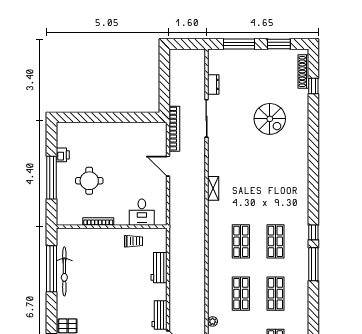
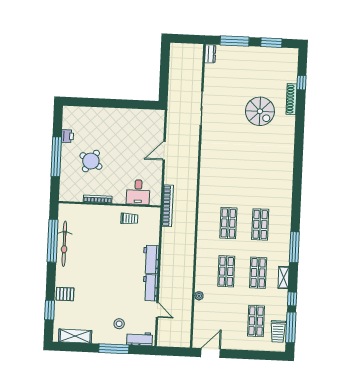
shoe rack: (303, 72) -> (292, 99), moved
dresser: (213, 84) -> (210, 54), moved
bookcase: (174, 129) -> (168, 206), moved
door: (168, 166) -> (164, 151), hinge flipped
round table: (89, 181) -> (91, 161), turned 32
shelving: (213, 188) -> (284, 278), moved
window: (313, 232) -> (292, 299), moved
workbench: (159, 268) -> (151, 259), moved

